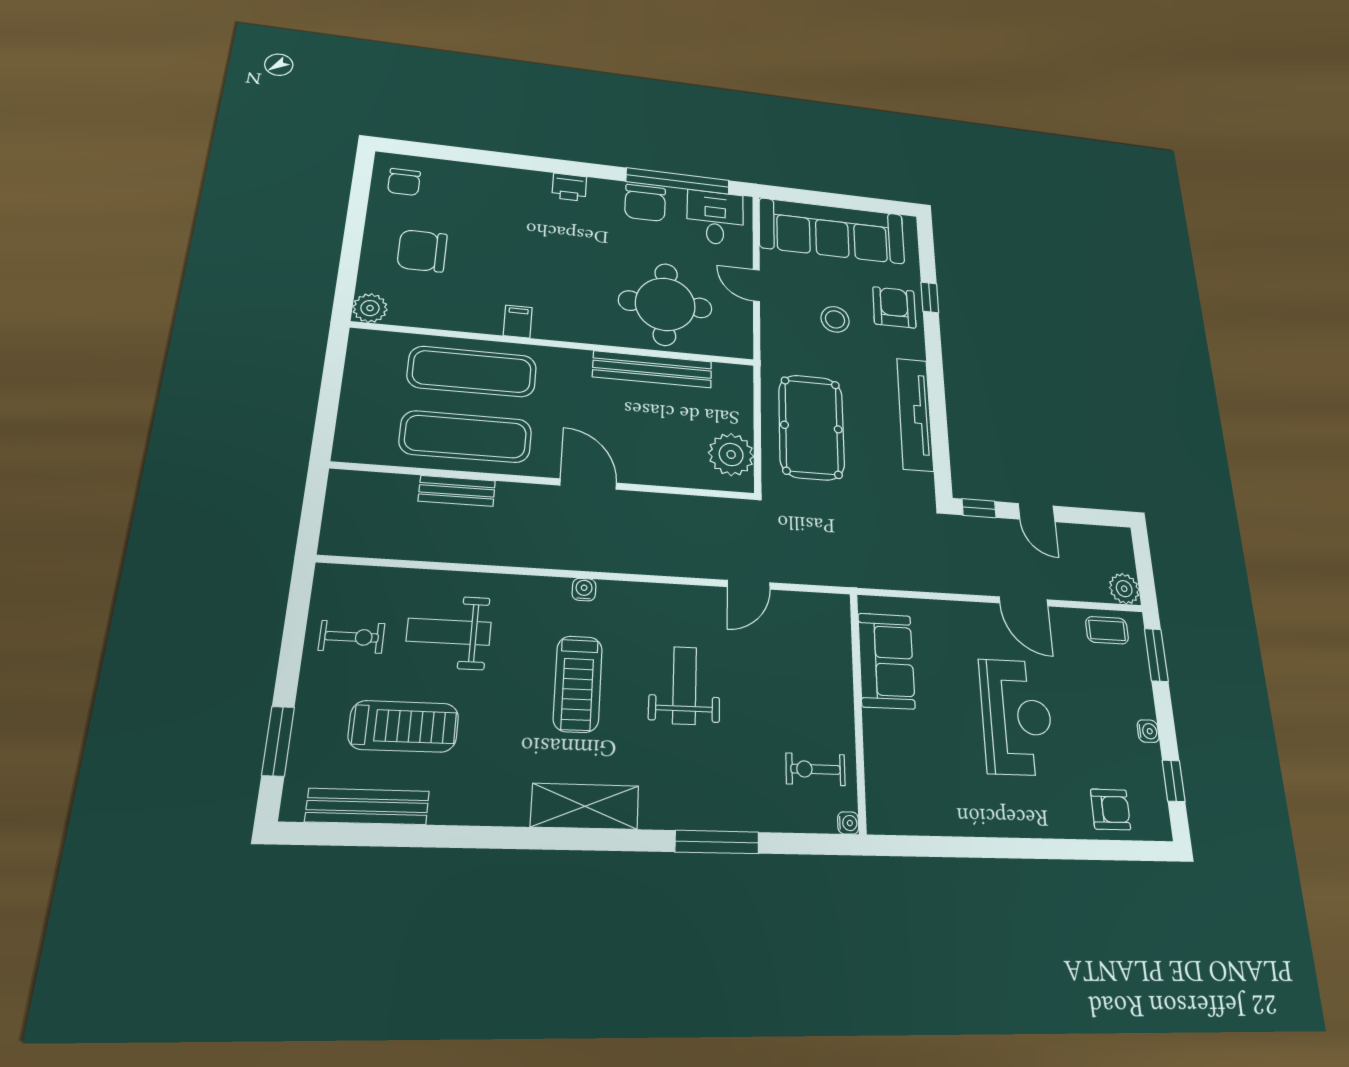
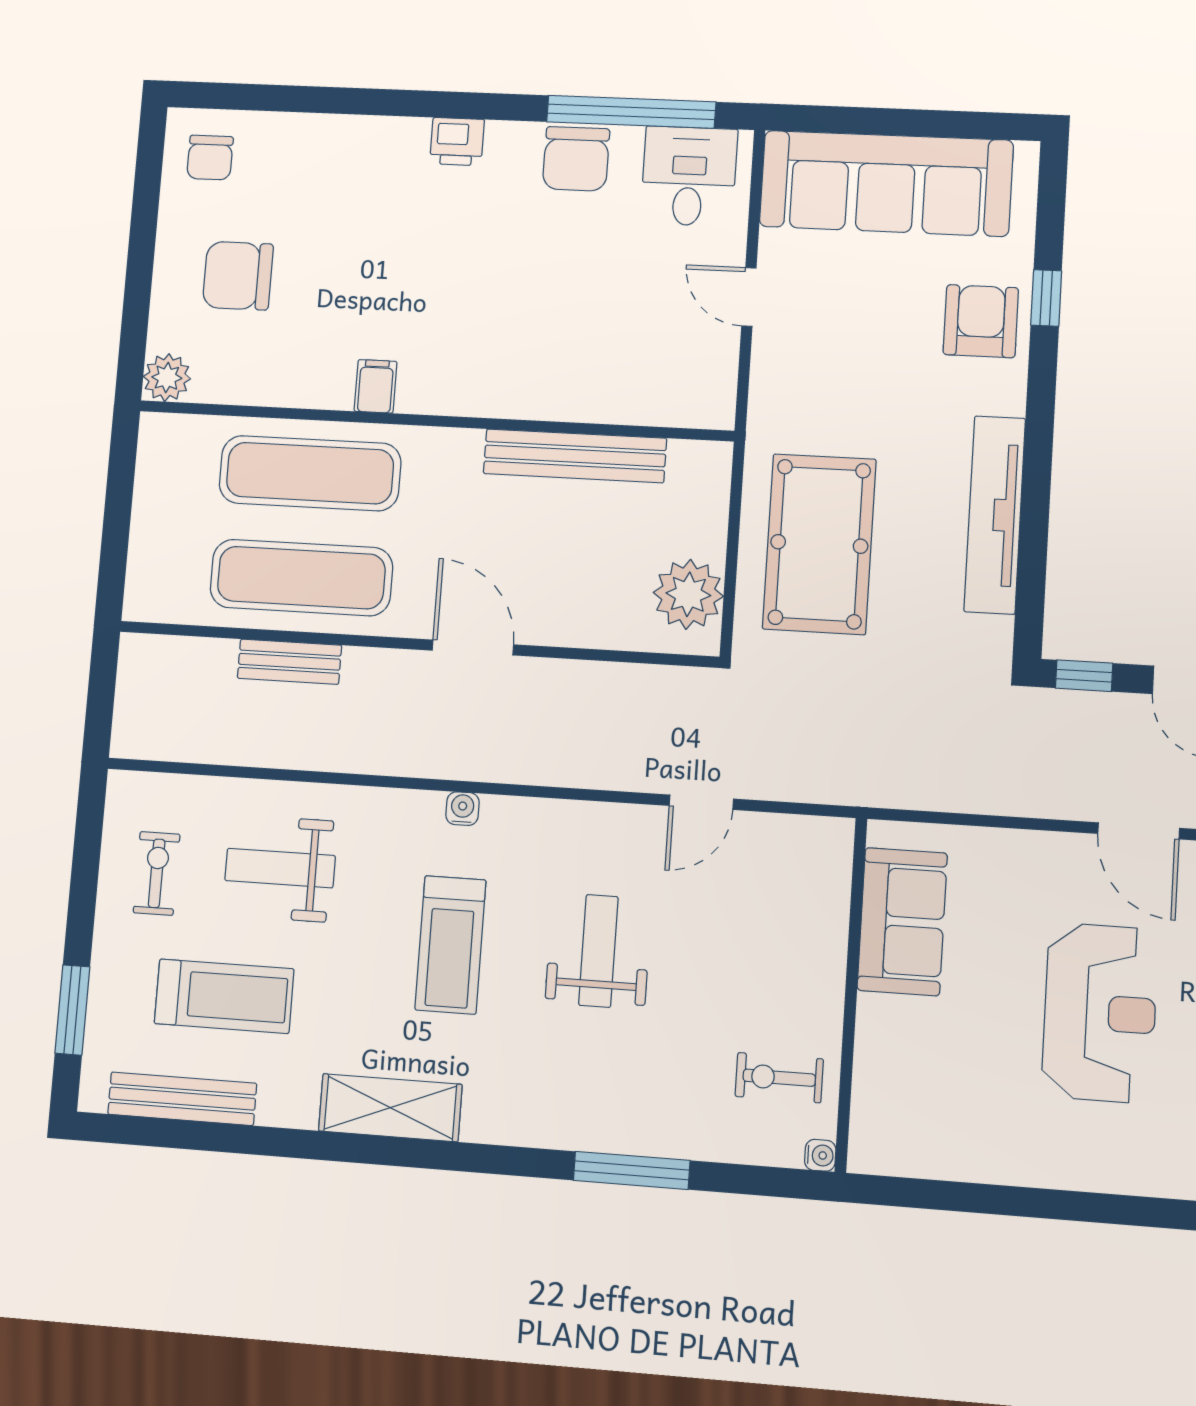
round table: (665, 304) -> (600, 342), removed
stool: (835, 319) -> (876, 350), removed
exercise bike: (352, 637) -> (157, 873), turned -90
shelving: (585, 806) -> (390, 1108), moved

